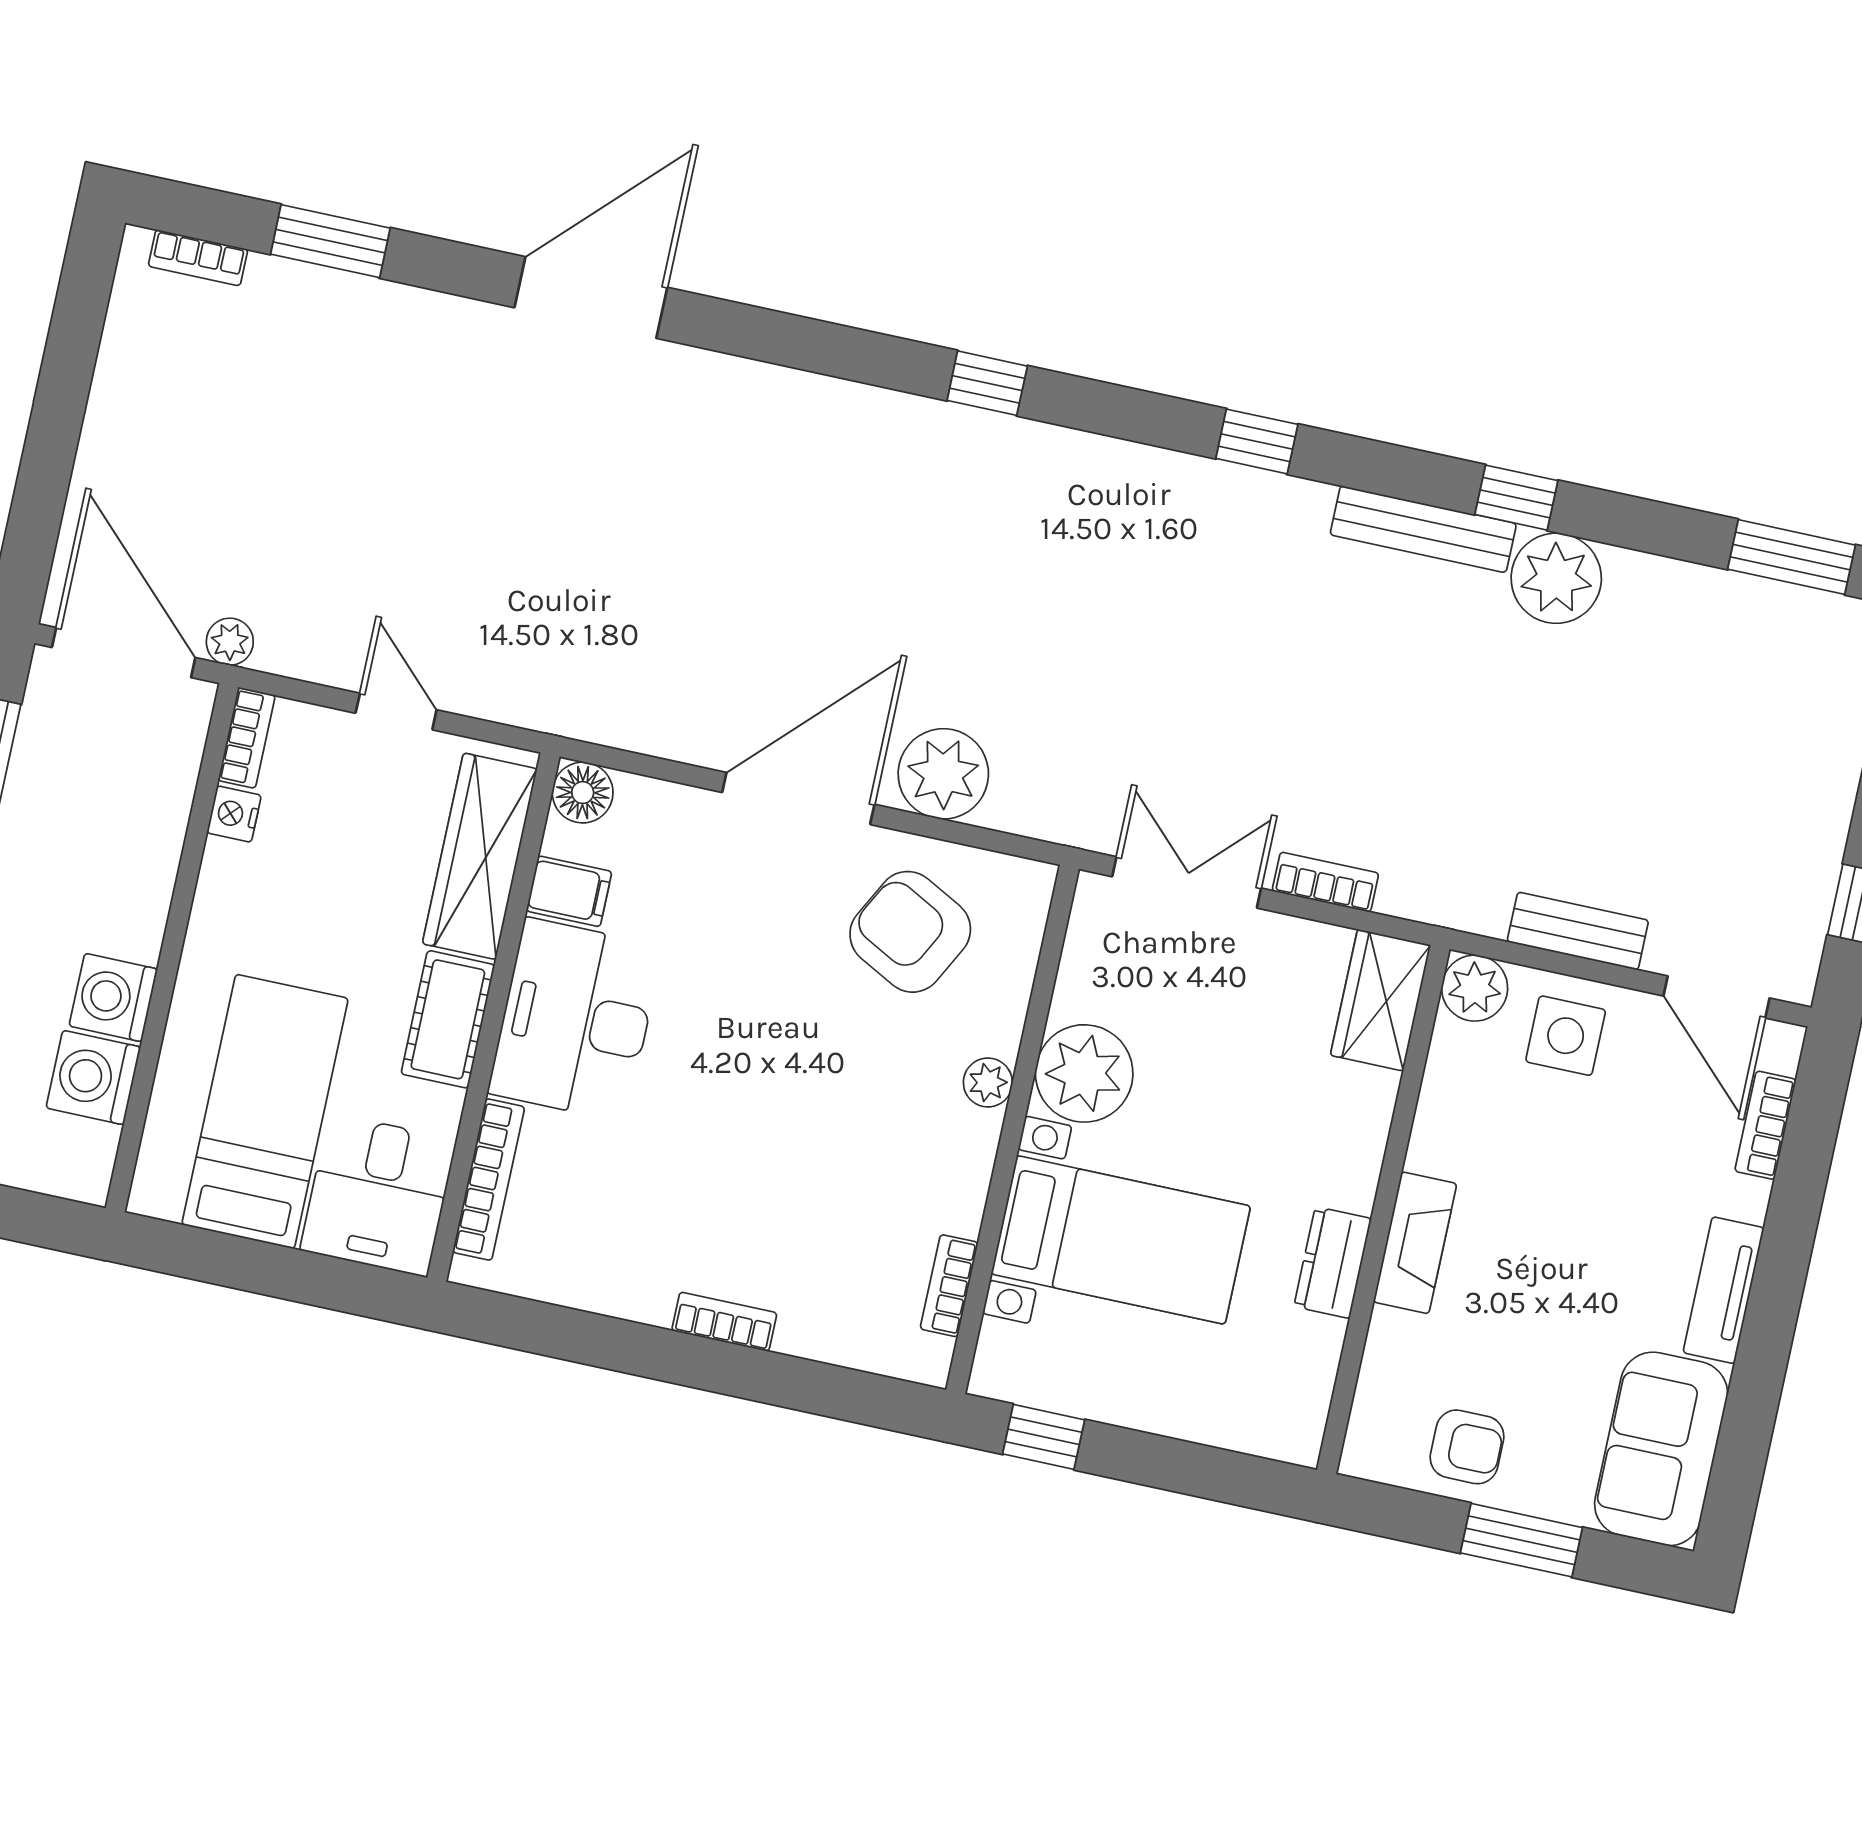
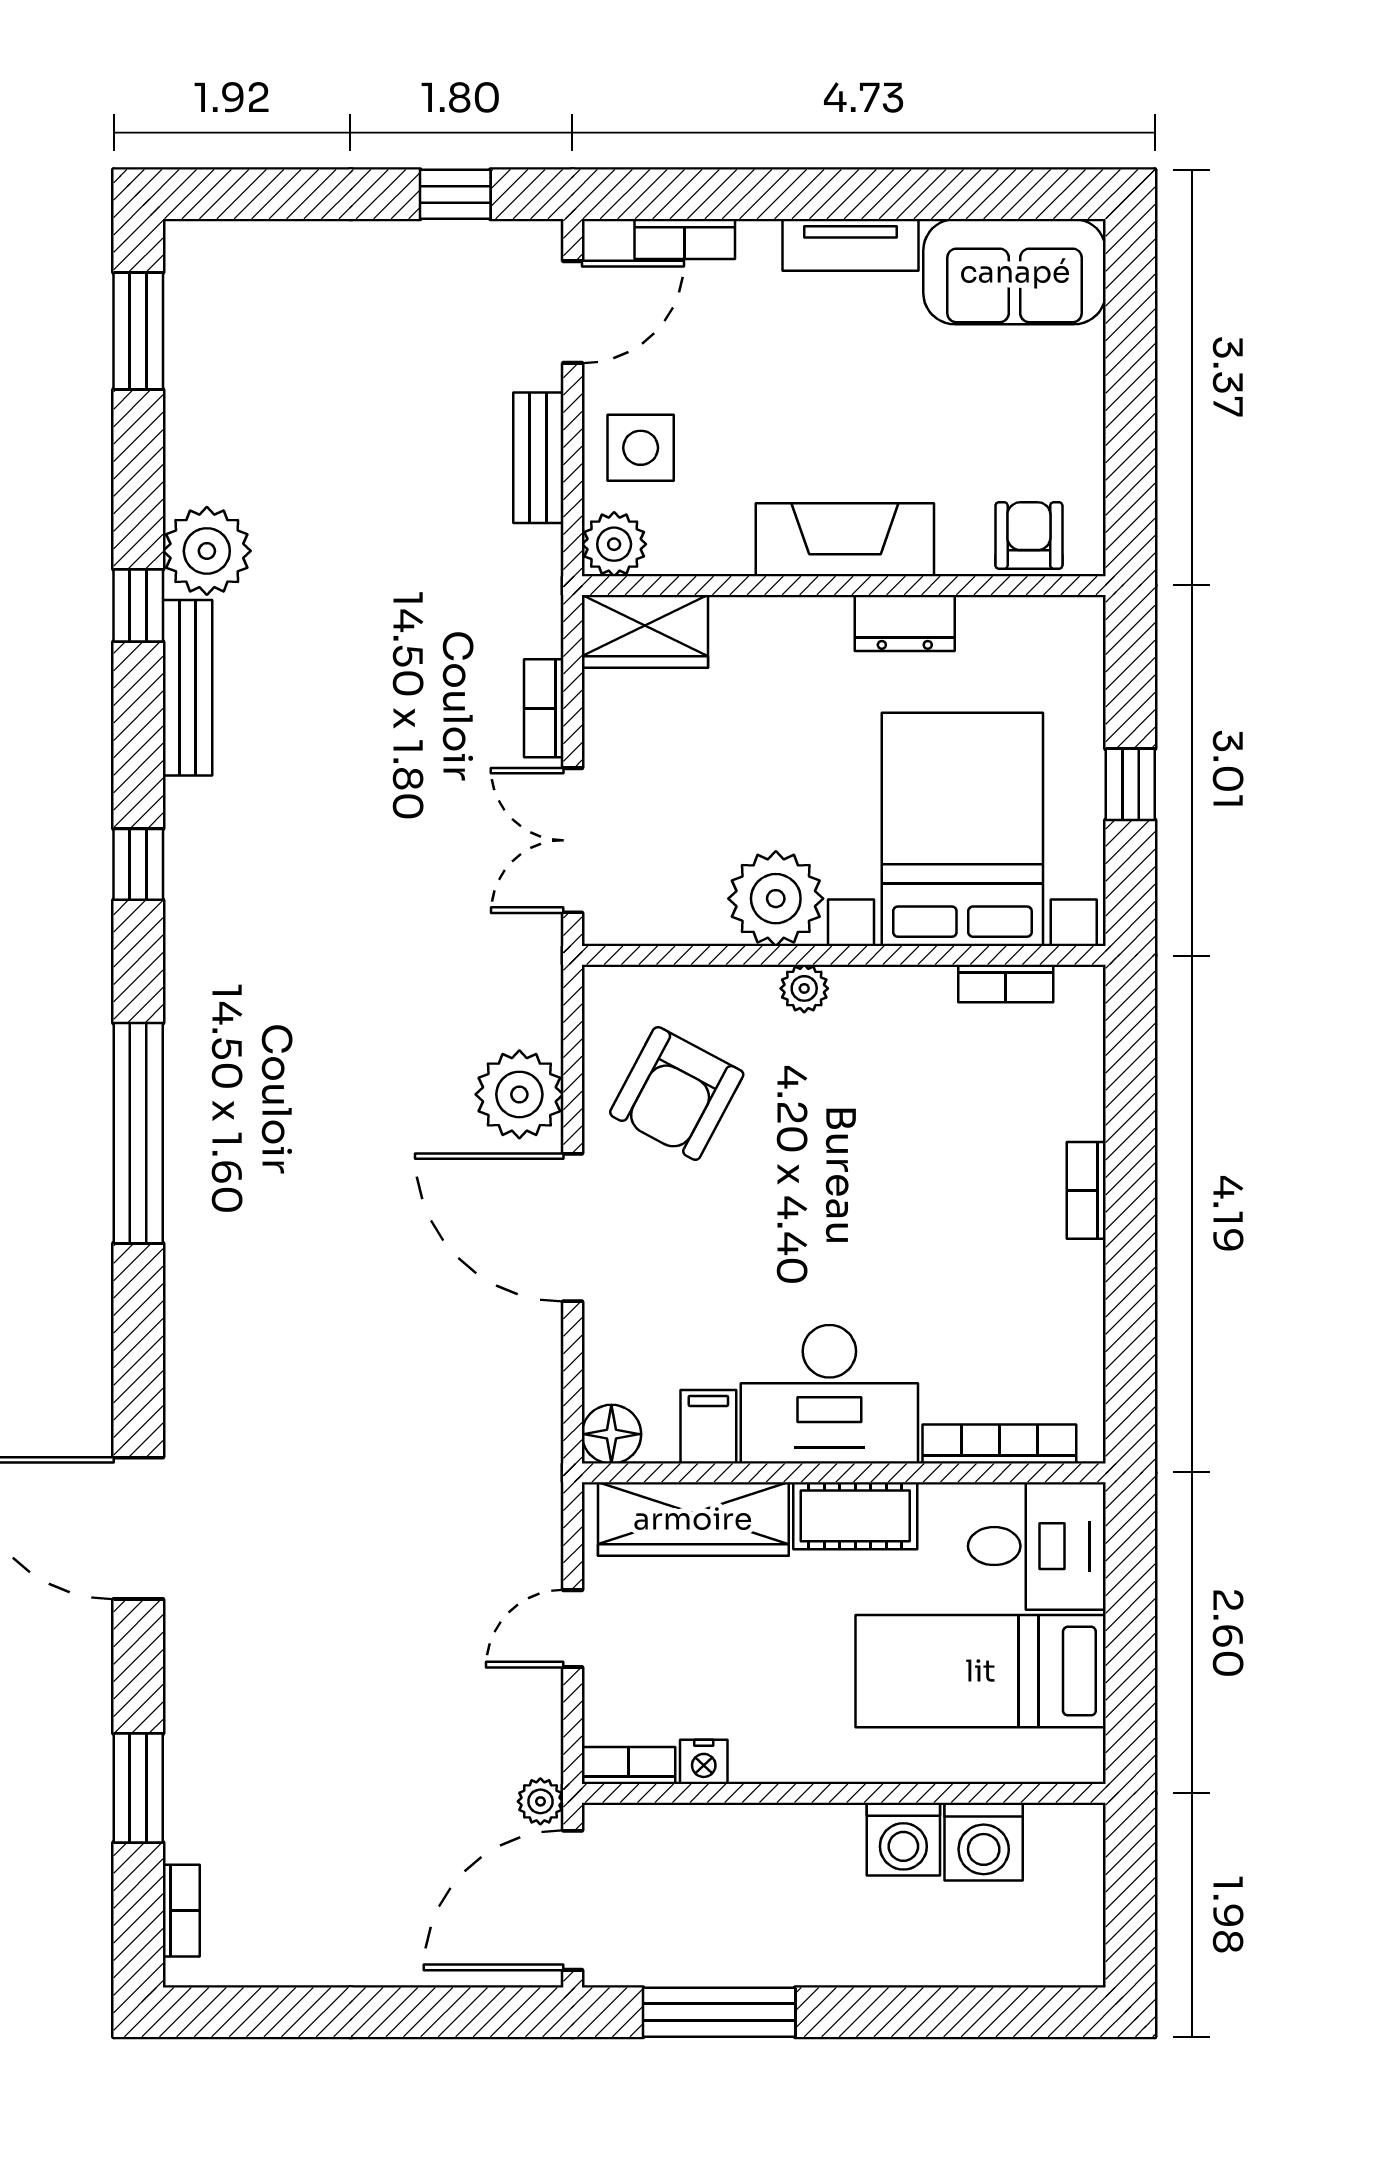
window: (987, 383) -> (138, 1133), width x3.17
bed with nightstands: (1121, 1240) -> (962, 829), width x1.36
fireplace: (1415, 1243) -> (845, 540), width x1.37, depth x1.32
window: (1044, 1437) -> (1130, 784), moved
armchair: (1467, 1447) -> (1029, 536), moved
window: (1521, 1540) -> (1130, 386), removed

